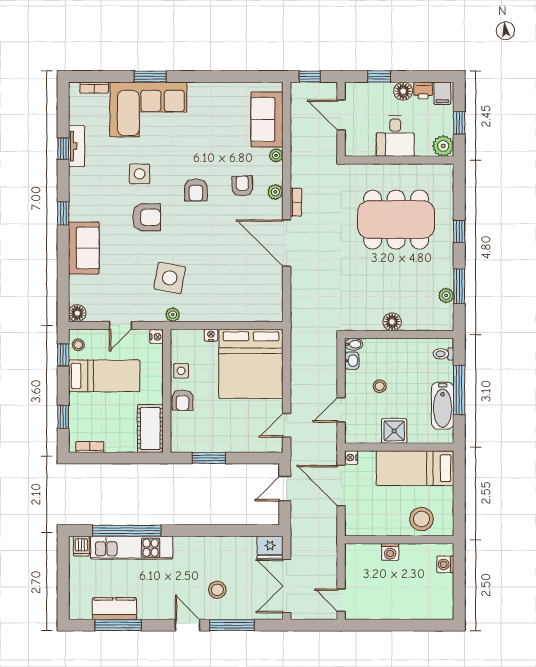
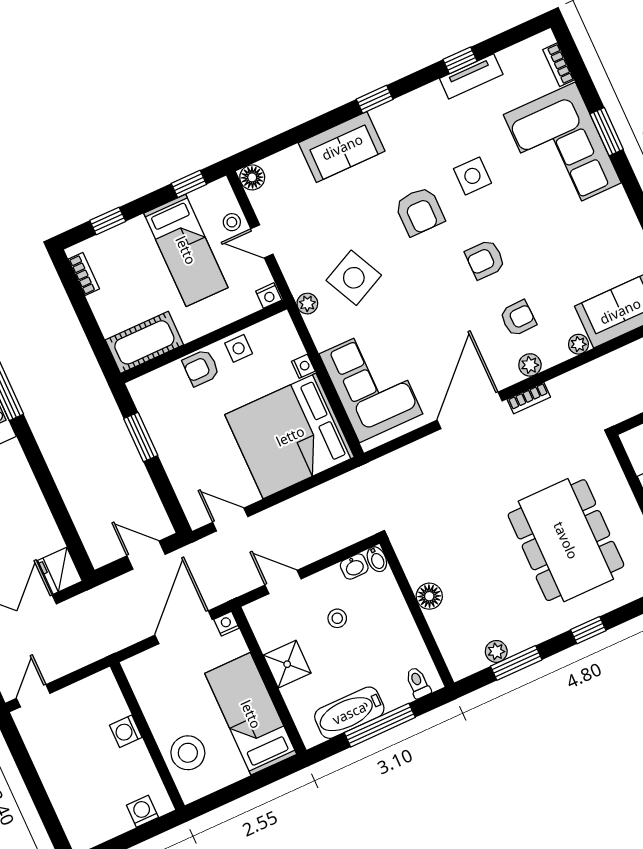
side table: (170, 278) -> (354, 278), turned -36
corner sofa: (242, 298) -> (371, 384), added
stool: (78, 345) -> (232, 222), moved

